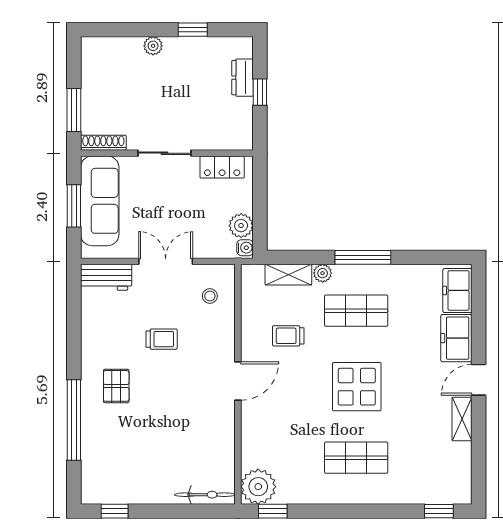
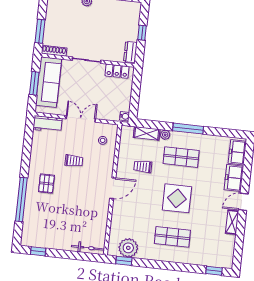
dresser: (243, 78) -> (130, 52), moved
plant: (241, 226) -> (124, 104), removed
plant: (258, 487) -> (128, 248), moved

